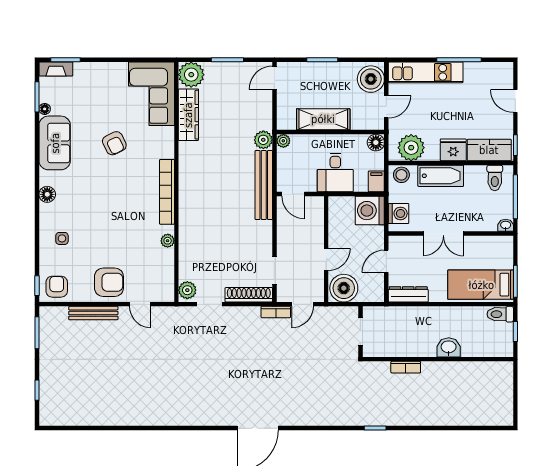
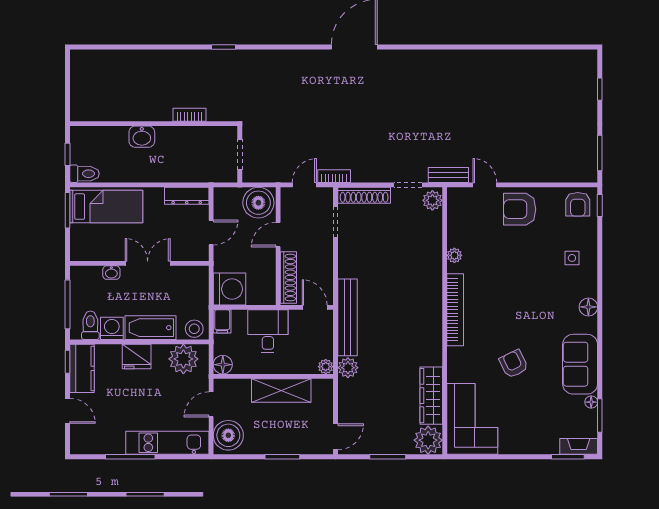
kitchen counter: (489, 150) -> (82, 368), moved, turned -90
washing machine: (399, 213) -> (112, 328), moved, turned 90
shoe rack: (317, 221) -> (288, 277), added
washbasin: (506, 225) -> (111, 273), moved
bench: (93, 313) -> (448, 175), moved, width x0.73

